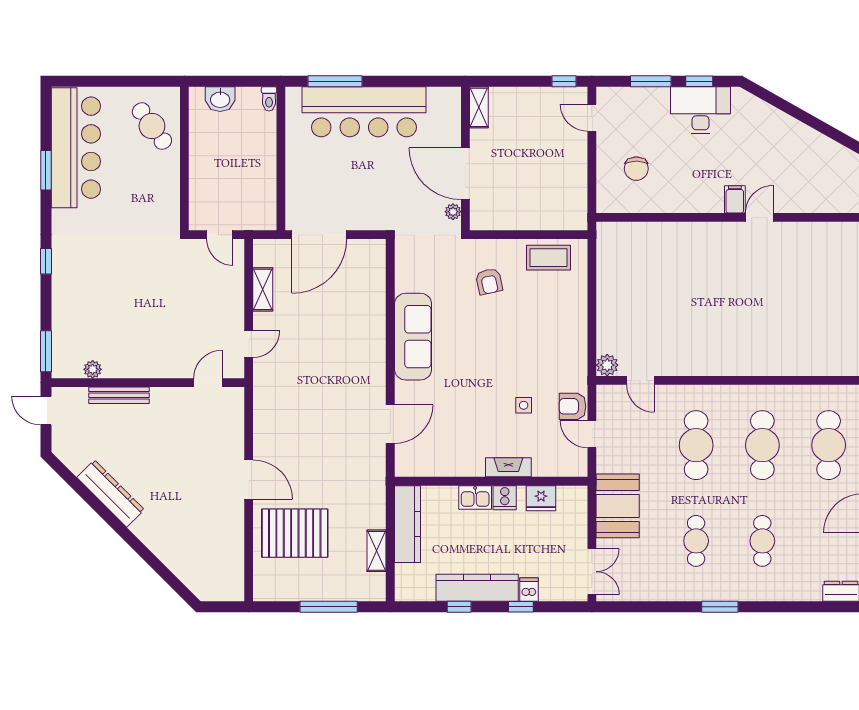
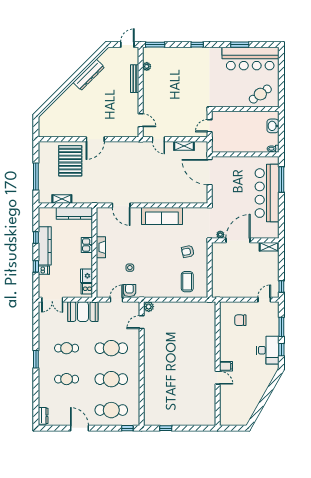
coffee table: (548, 258) -> (187, 282), moved
fireplace: (508, 467) -> (101, 247), moved
cooker: (505, 498) -> (87, 289), moved

